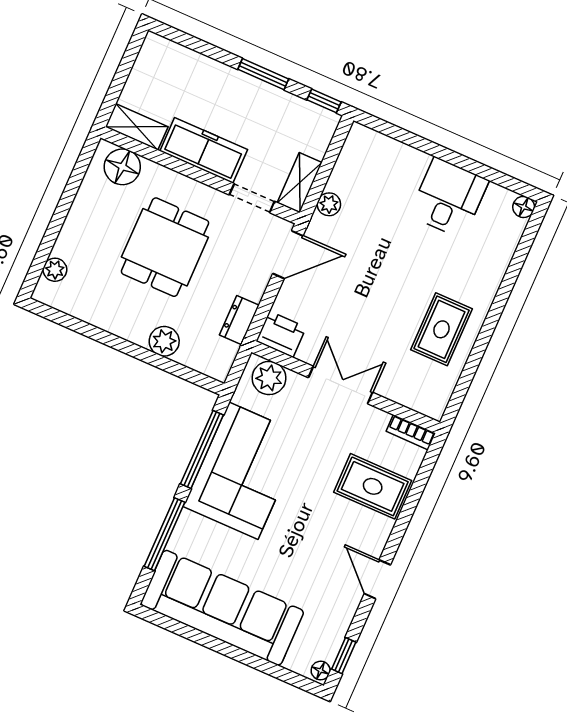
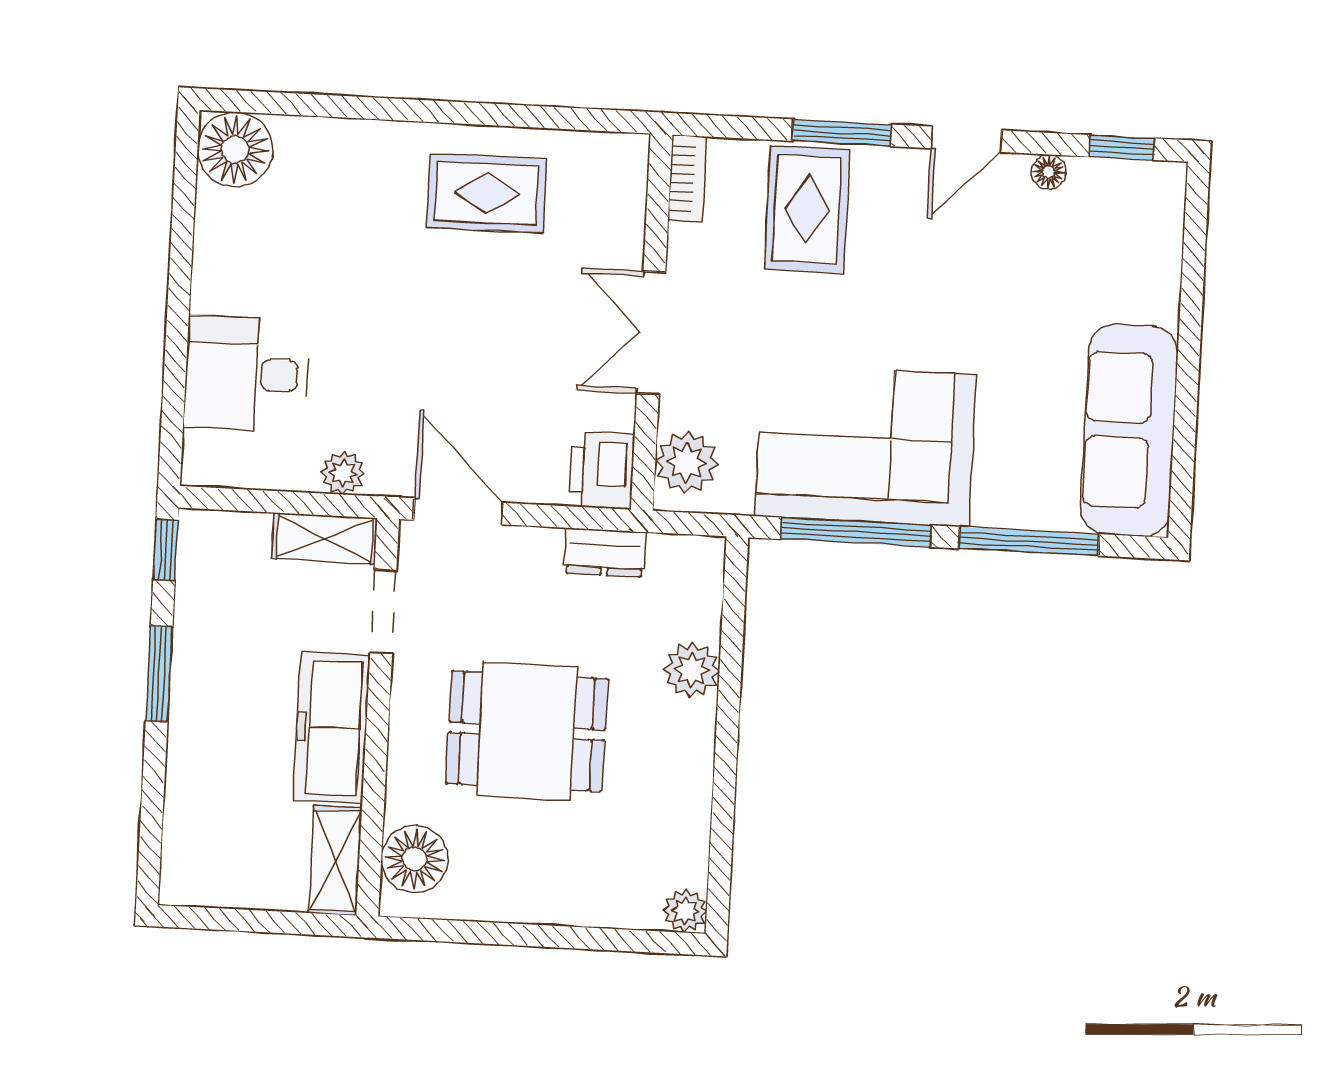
desk: (449, 198) -> (246, 374), moved
floor lamp: (524, 207) -> (235, 150), width x1.89, depth x1.89
plant: (55, 270) -> (685, 911), moved
window: (404, 518) -> (842, 133), added
sofa: (222, 608) -> (1129, 430), width x0.74, depth x0.79
floor lamp: (321, 671) -> (1049, 172), moved

